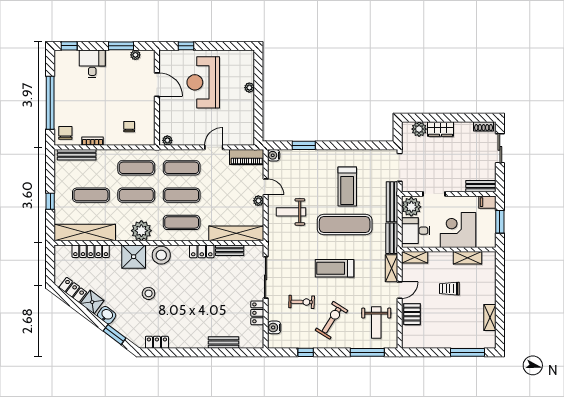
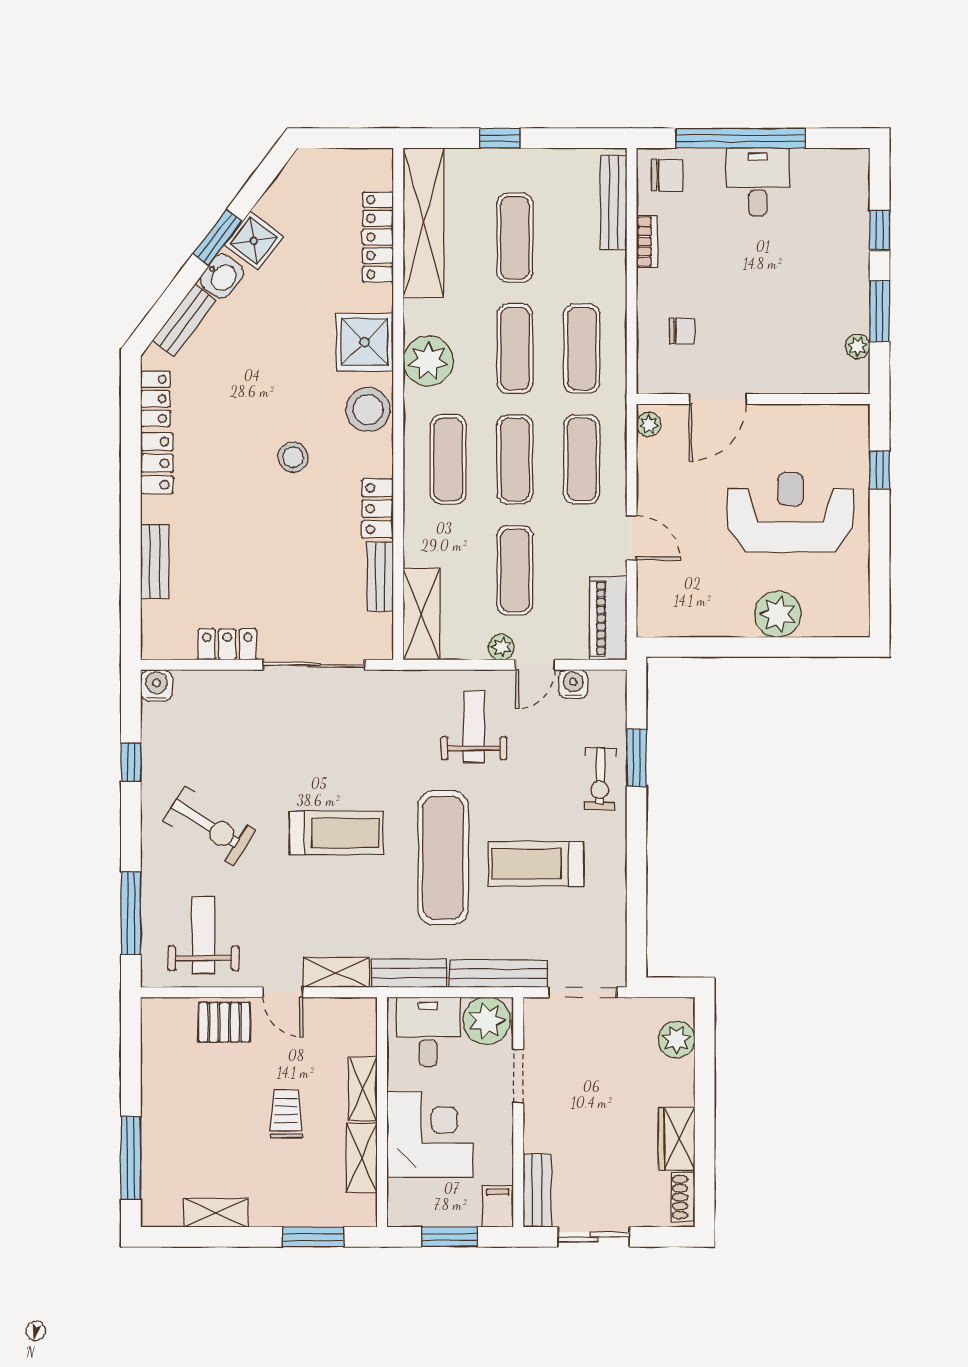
window: (69, 46) -> (880, 231), moved
desk: (92, 64) -> (758, 182), moved, turned -90
door: (157, 85) -> (718, 399), moved
plant: (249, 88) -> (778, 614), width x1.87, depth x1.87
wardrobe: (440, 129) -> (677, 1139), moved
sliding door: (500, 148) -> (594, 1237), moved
water cooler: (274, 155) -> (573, 684), moved
exercise mat: (227, 195) -> (515, 570), added
shelving: (236, 233) -> (421, 614), width x0.68
shelving: (415, 257) -> (363, 1089), moved
treadmill: (335, 268) -> (336, 833), turned 90
window: (500, 278) -> (313, 1237), added
locker: (73, 290) -> (157, 463), moved, turned -37
stool: (149, 293) -> (293, 457), moved
exercise bike: (302, 302) -> (600, 779), moved
weight bench: (376, 323) -> (203, 935), turned 90
water cooler: (274, 327) -> (156, 686), moved
bench: (125, 330) -> (184, 320), added
window: (114, 335) -> (218, 237), moved

